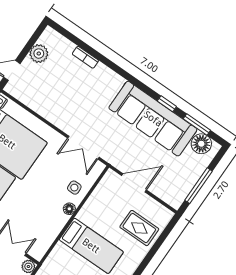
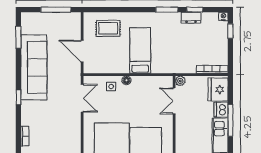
window: (167, 104) -> (18, 97), moved
floor lamp: (201, 144) -> (29, 26), removed
rug: (139, 228) -> (108, 28), turned 90

